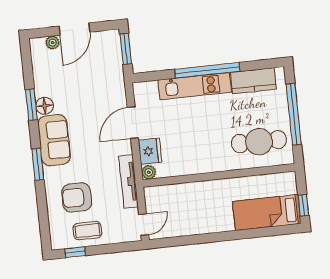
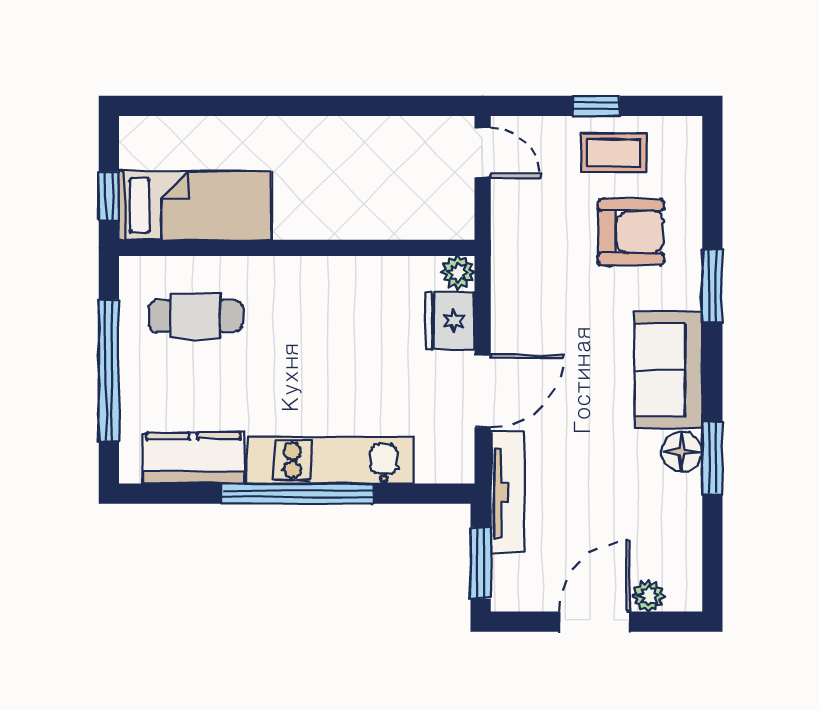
cafe table: (259, 142) -> (196, 316), width x0.73, depth x0.74
window: (38, 164) -> (712, 286), moved
tv unit: (128, 182) -> (507, 492), moved
window: (303, 205) -> (109, 196), moved
bed: (267, 213) -> (195, 206), moved
door: (144, 225) -> (483, 153), swing flipped
window: (75, 252) -> (596, 106), moved

